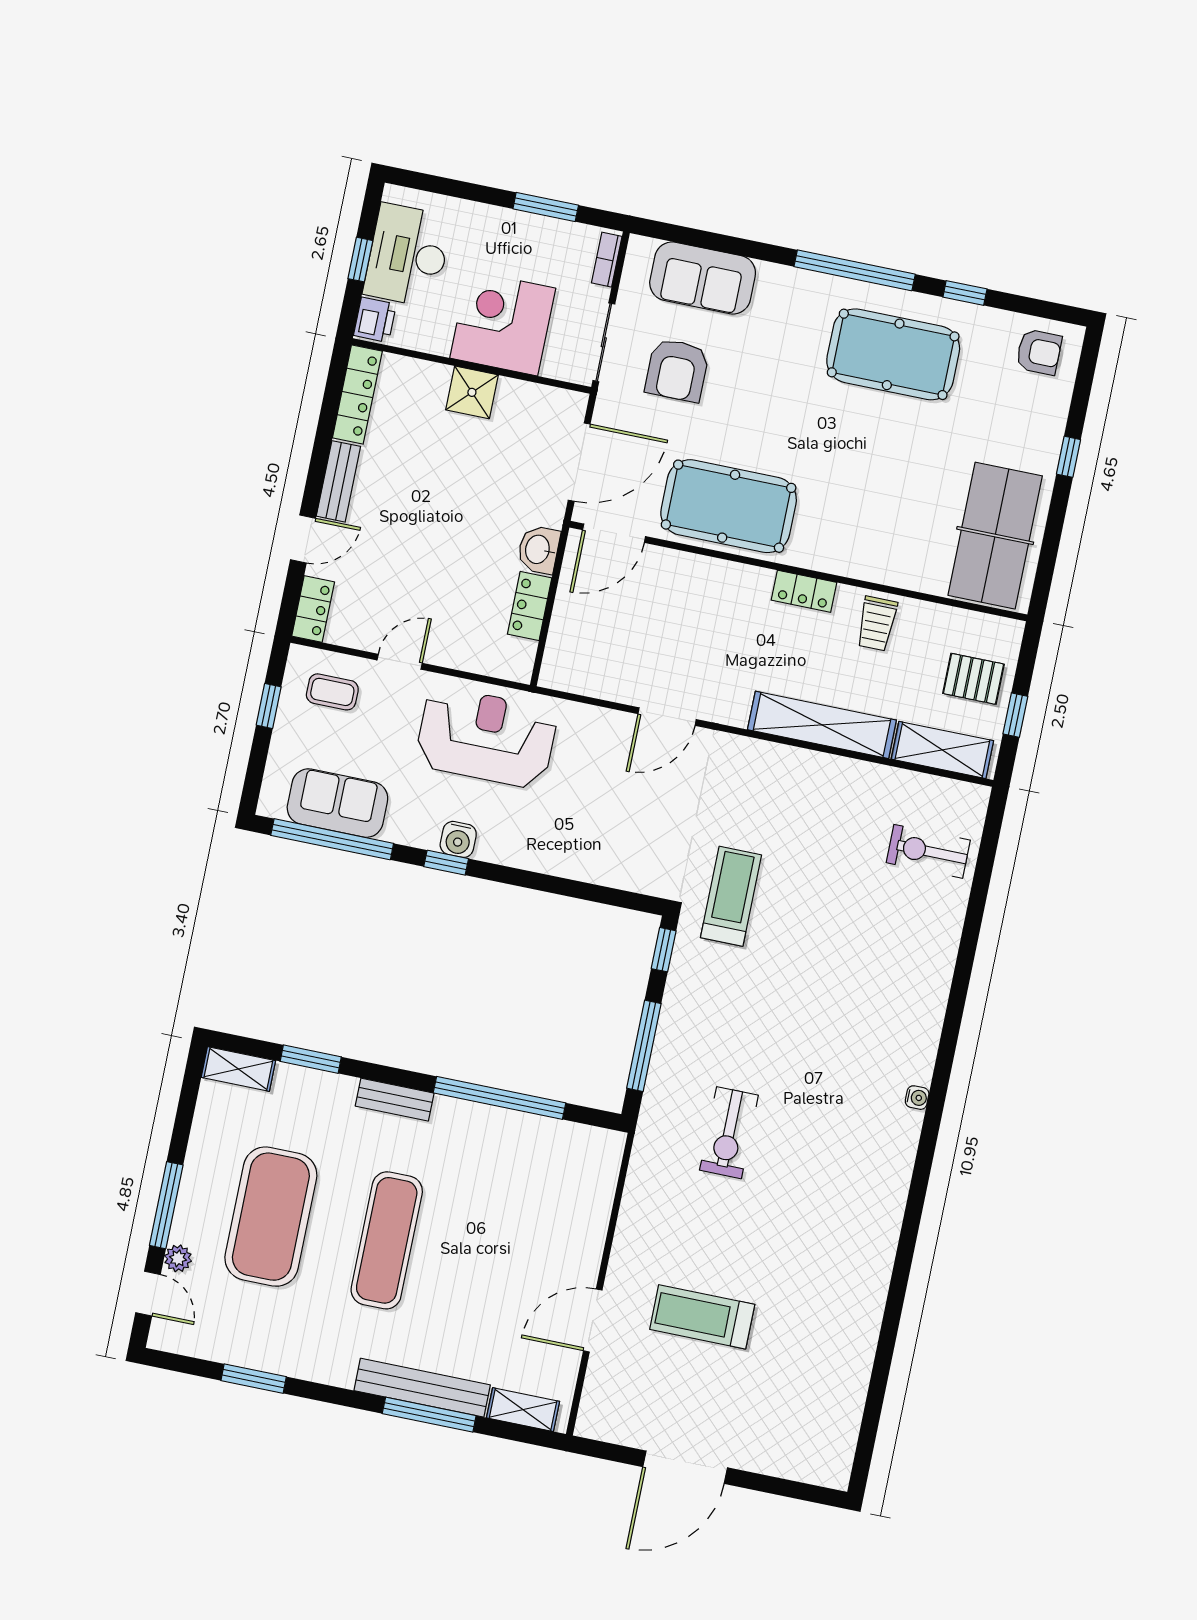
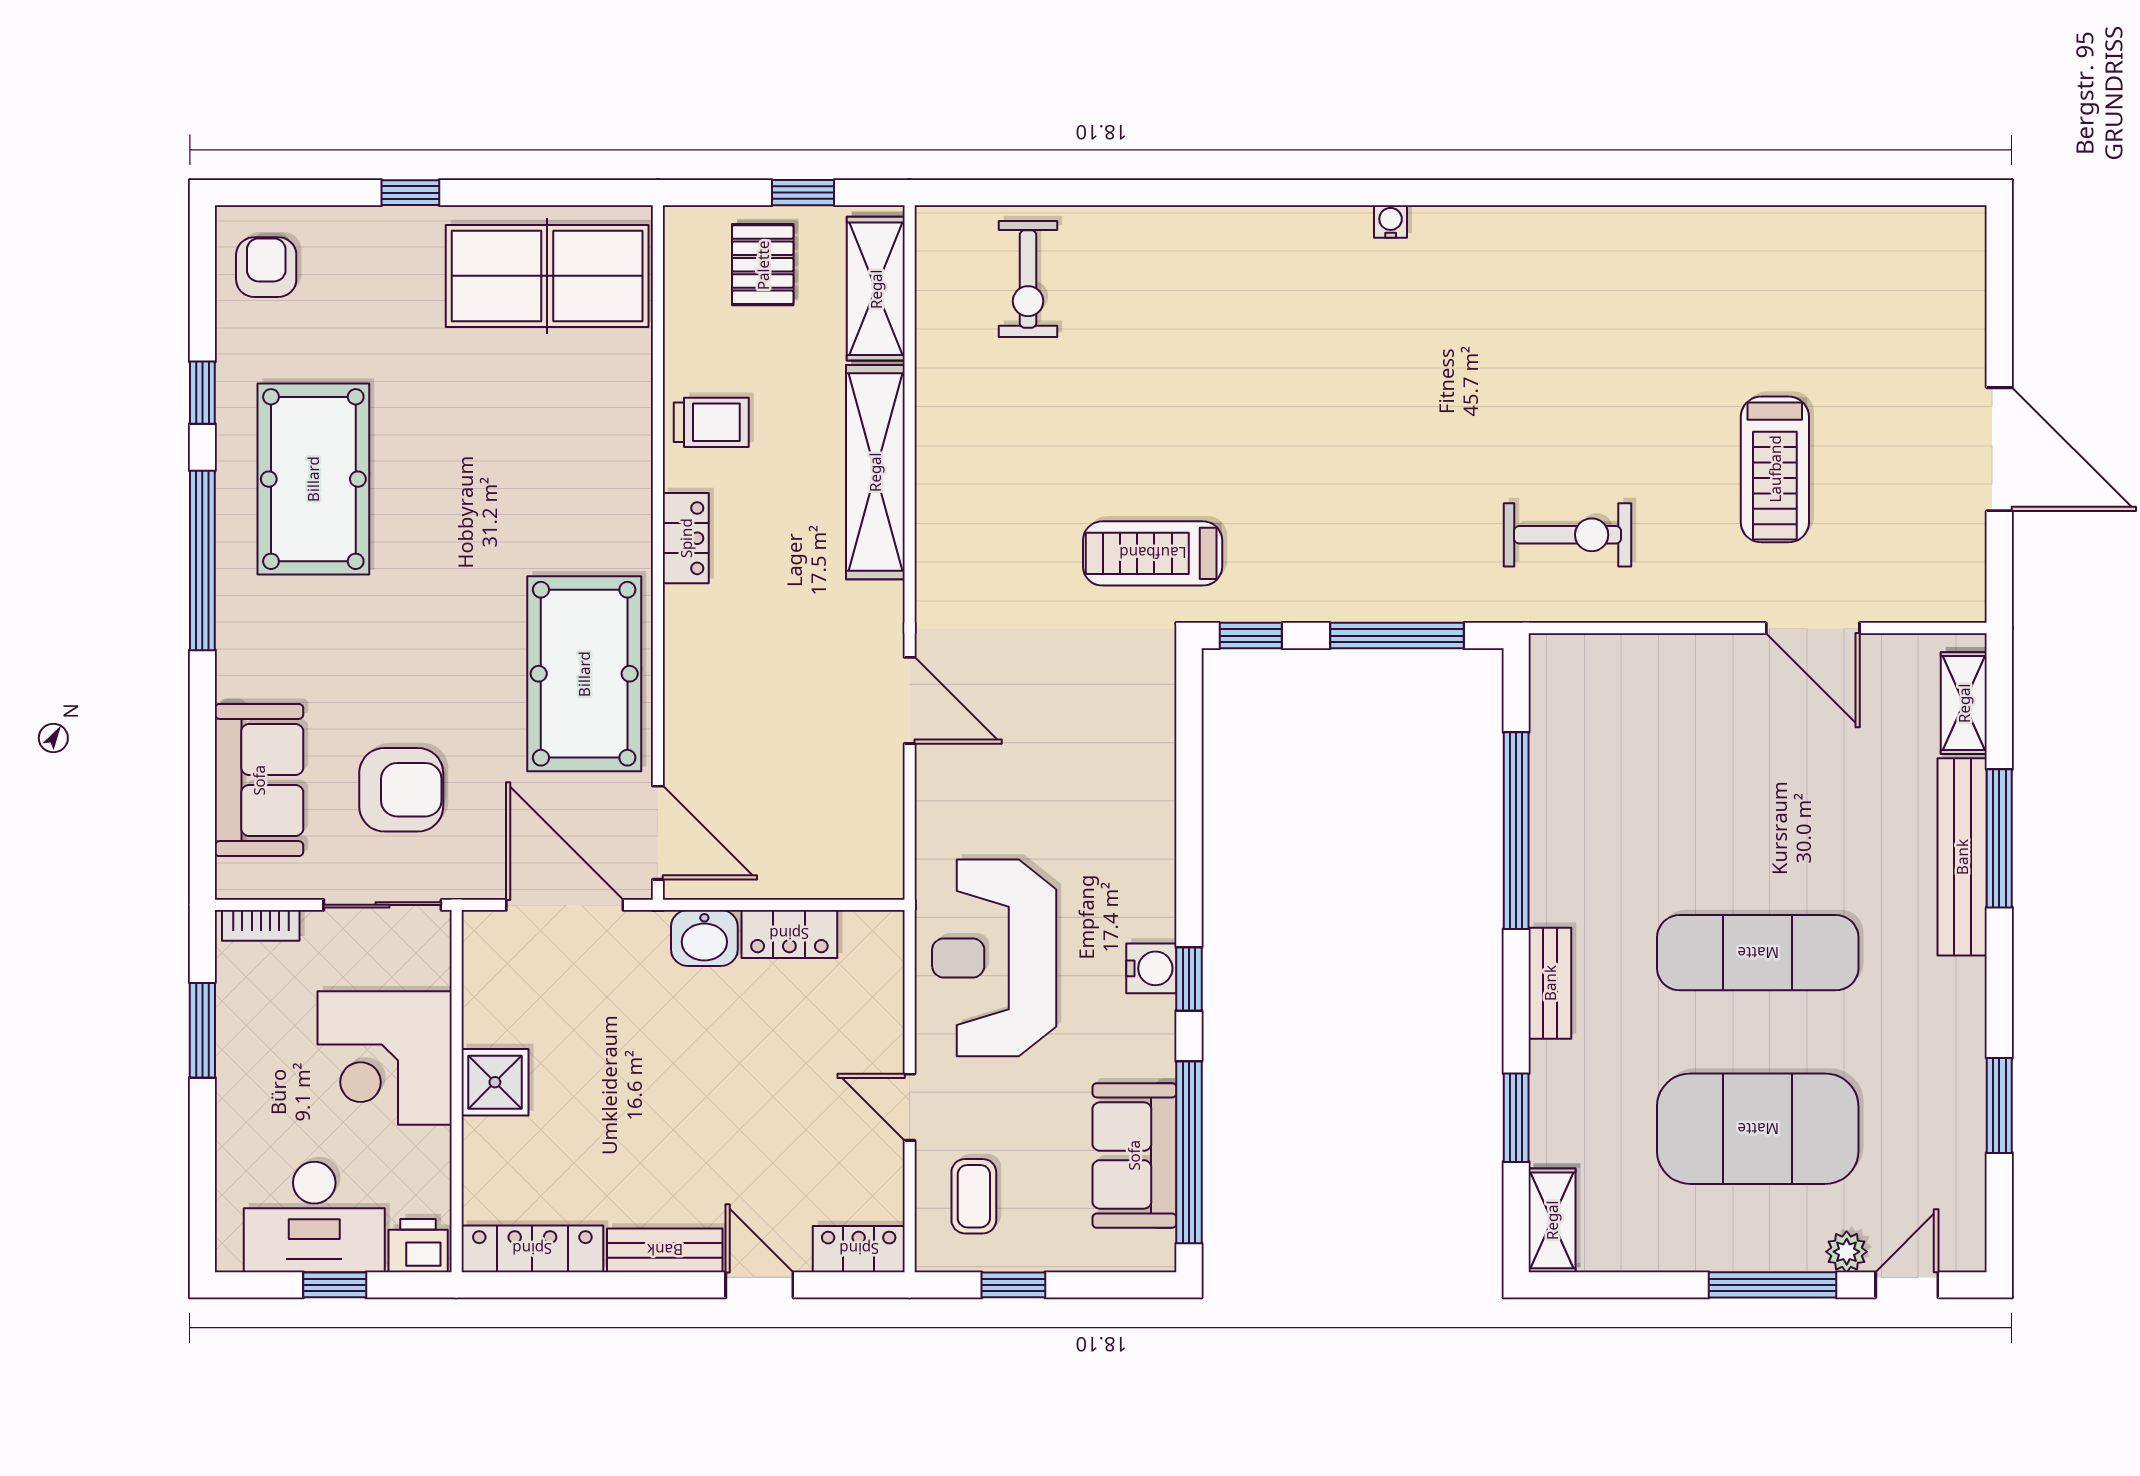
exercise bike: (729, 1133) -> (1568, 535), moved

